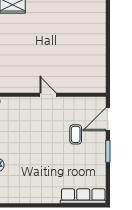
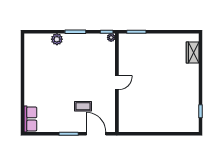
row of seats: (83, 196) -> (30, 119), width x0.68

